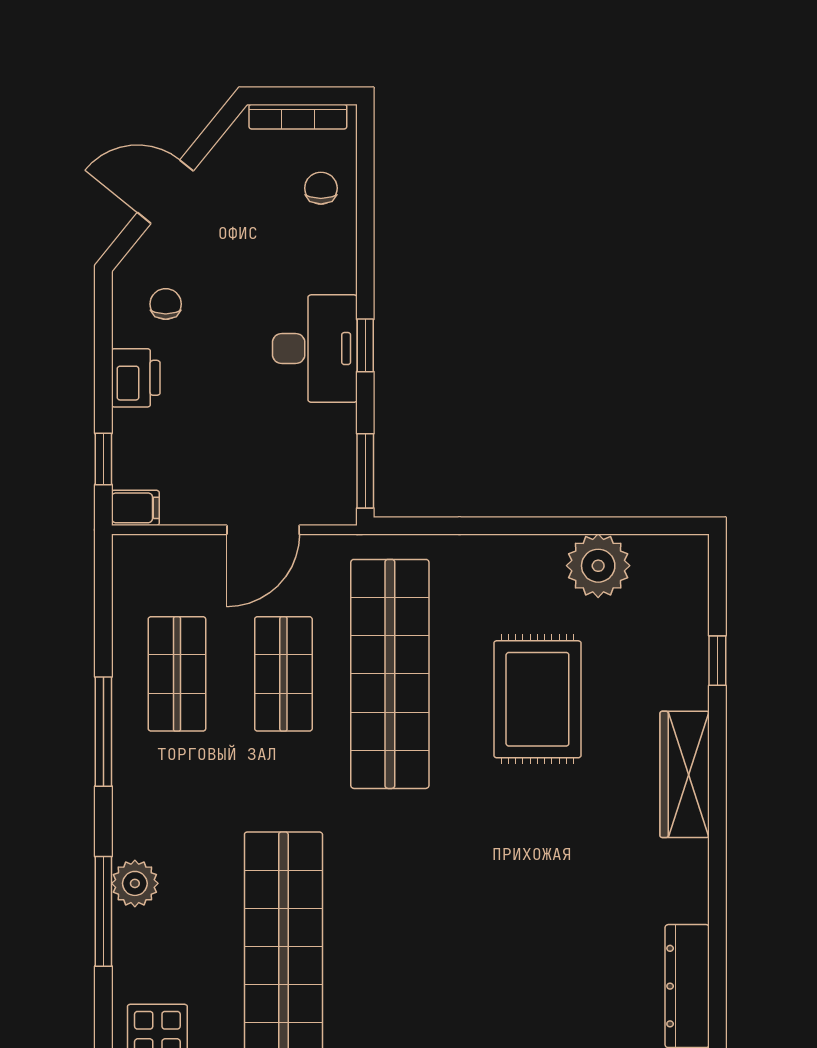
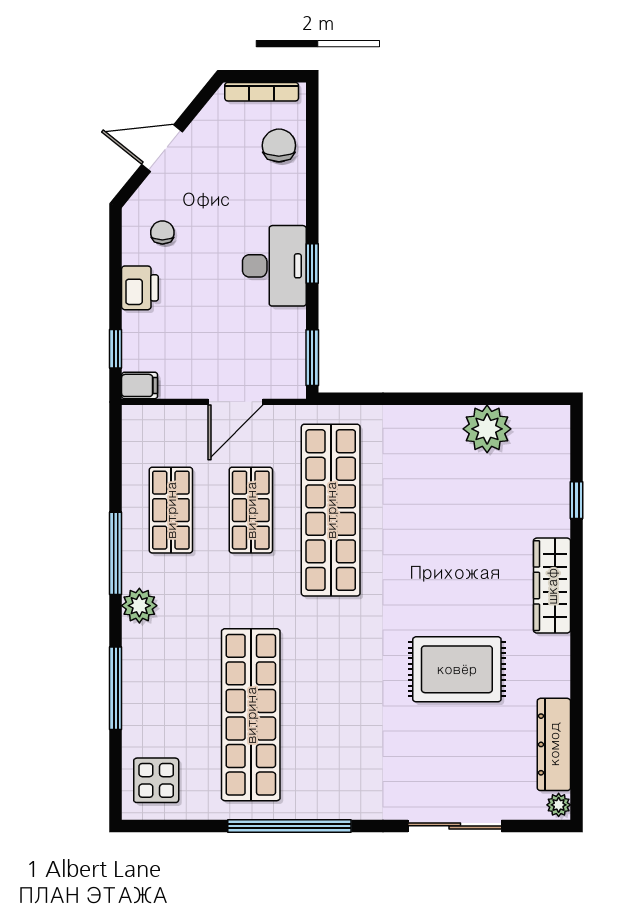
chair: (321, 188) -> (279, 145), width x1.37, depth x1.37
rug: (537, 699) -> (457, 669), moved, turned 90
plant: (135, 883) -> (139, 606), moved

